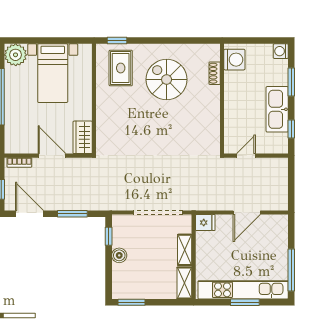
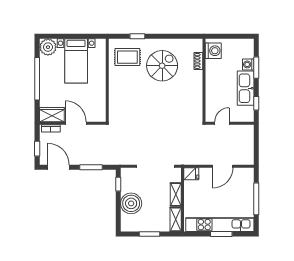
window: (117, 41) -> (137, 36), moved
washing machine: (281, 51) -> (248, 64), moved
rug: (121, 68) -> (127, 57), turned 90
spiral stairs: (167, 79) -> (162, 66), turned 90
wardrobe: (83, 137) -> (52, 115), moved, turned 90
boiler: (119, 255) -> (131, 203), width x1.86, depth x1.86
window: (291, 270) -> (256, 199), moved
window: (131, 302) -> (150, 234), moved

